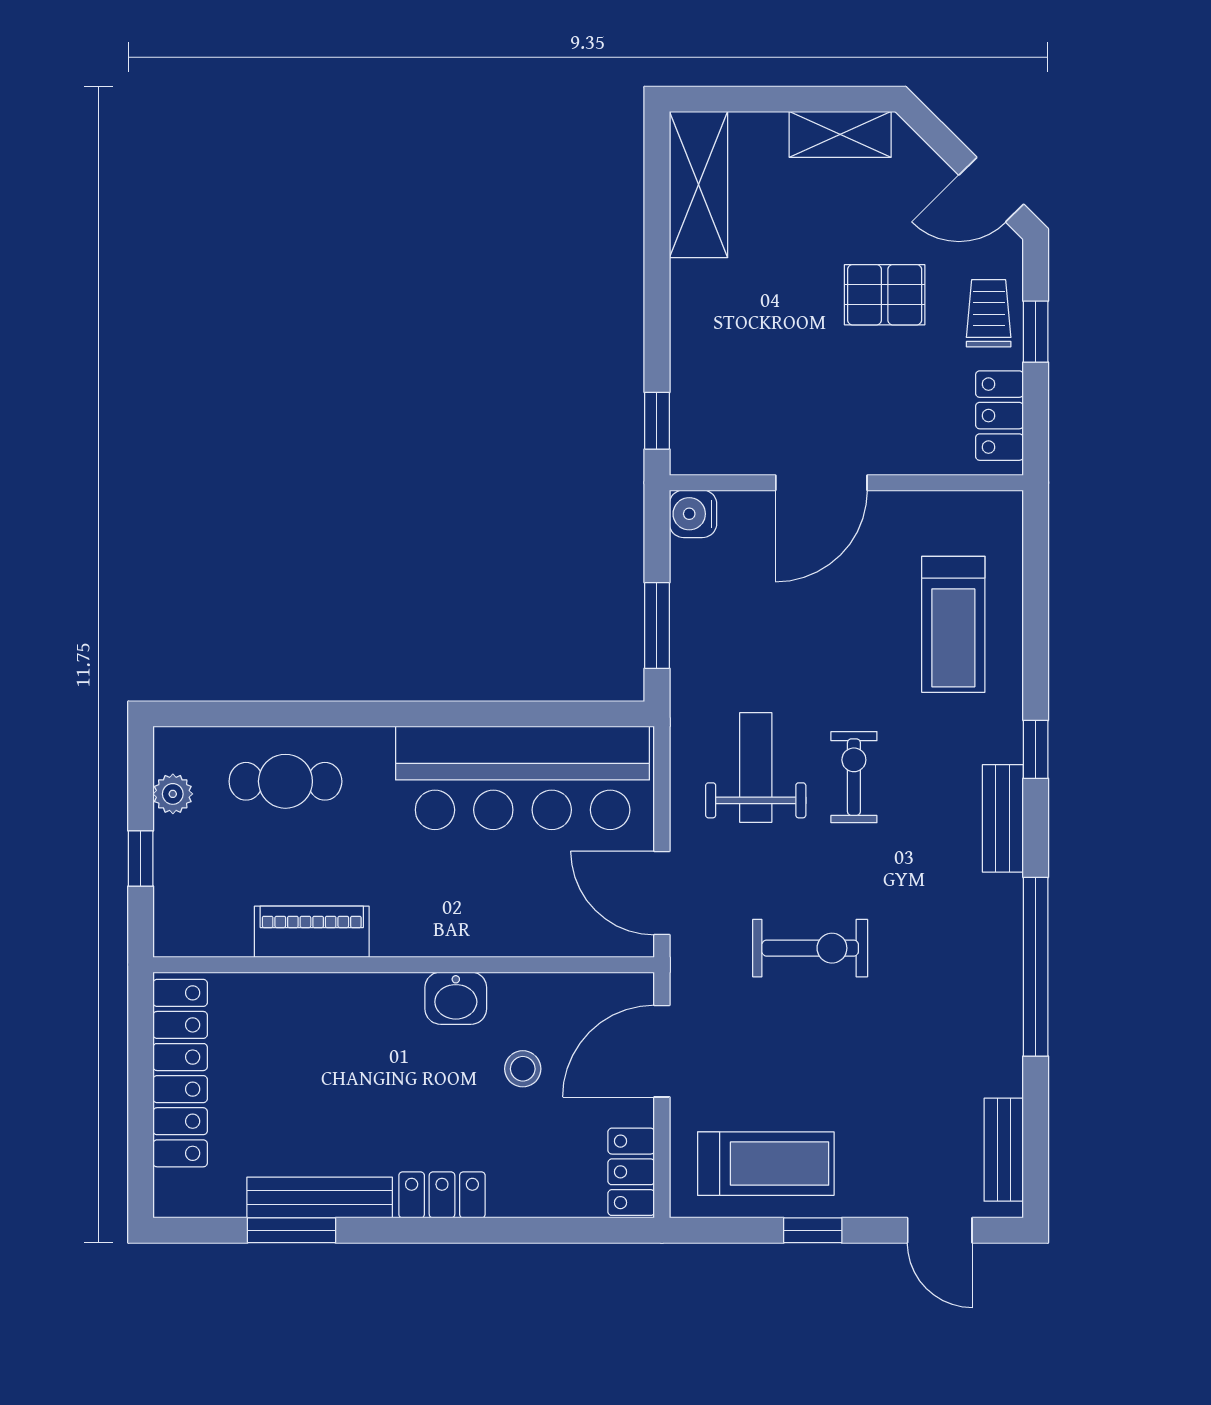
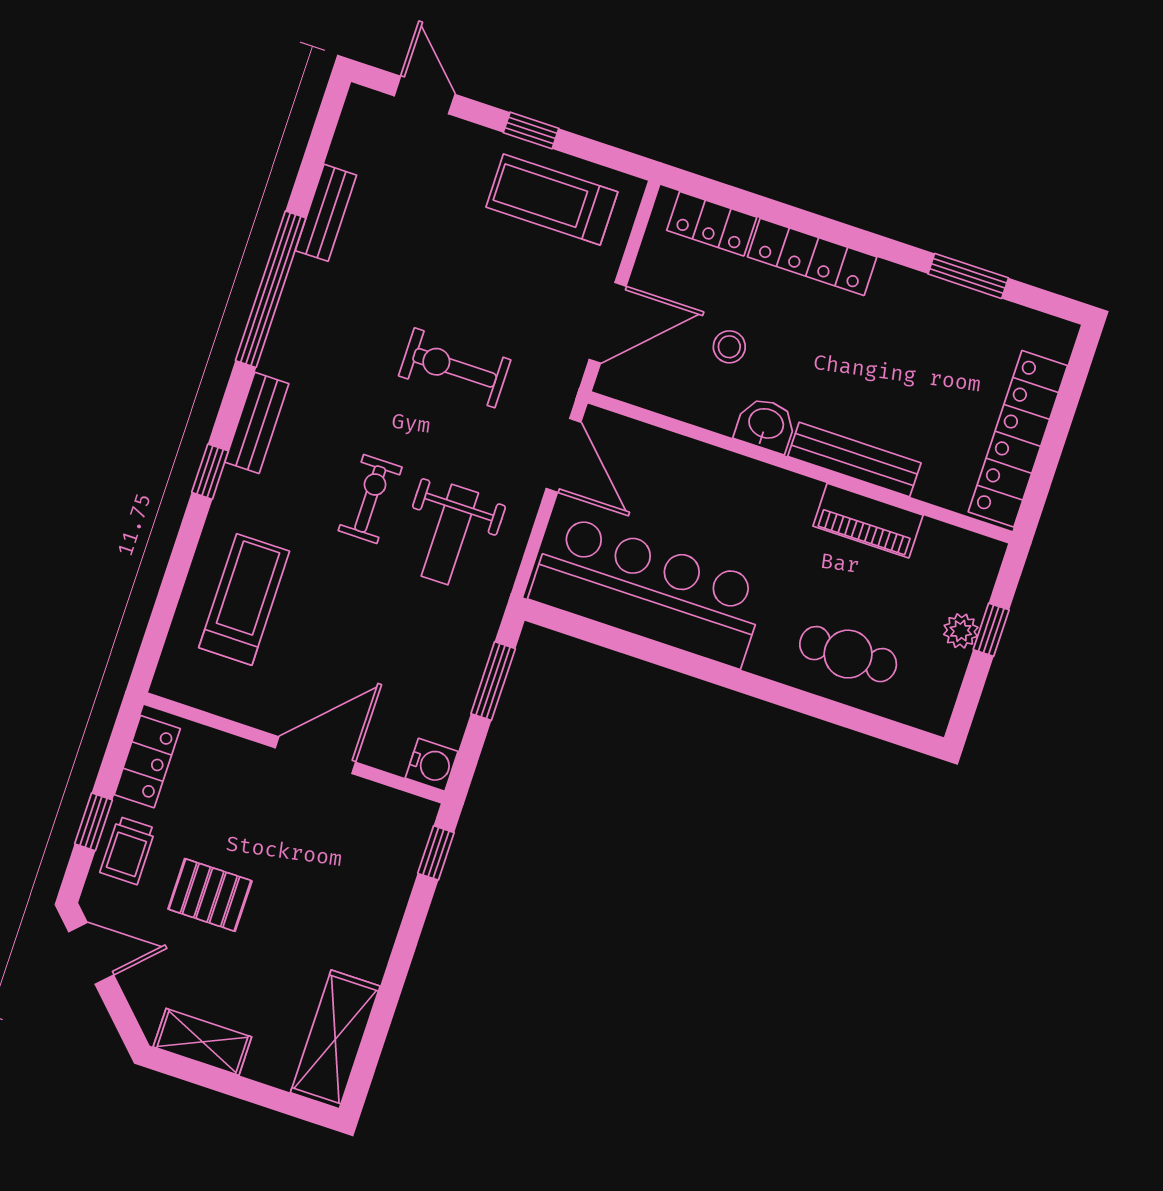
exercise bike: (854, 777) -> (370, 499), turned 180
plant: (173, 794) -> (961, 631), moved
bench: (1004, 1150) -> (326, 213), moved
locker: (631, 1172) -> (712, 224), moved, turned 90
locker: (442, 1195) -> (812, 257), width x1.53
bench: (320, 1198) -> (854, 460), moved

